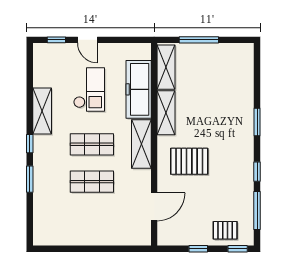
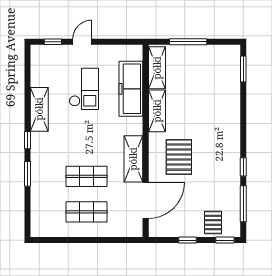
door: (87, 40) -> (82, 42), swing flipped
window: (257, 122) -> (243, 69), moved
shop shelf: (92, 144) -> (87, 212), moved
shelving: (141, 144) -> (133, 159), moved
pallet: (189, 161) -> (179, 157), turned 90
door: (154, 207) -> (146, 200), width x1.36
pallet: (225, 230) -> (213, 222), turned 90

